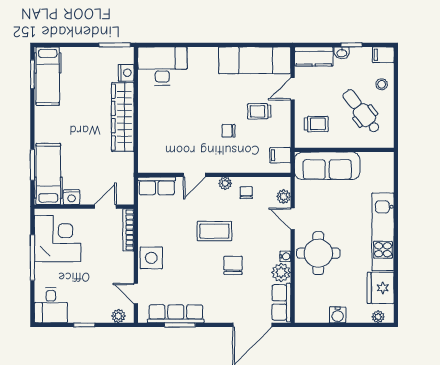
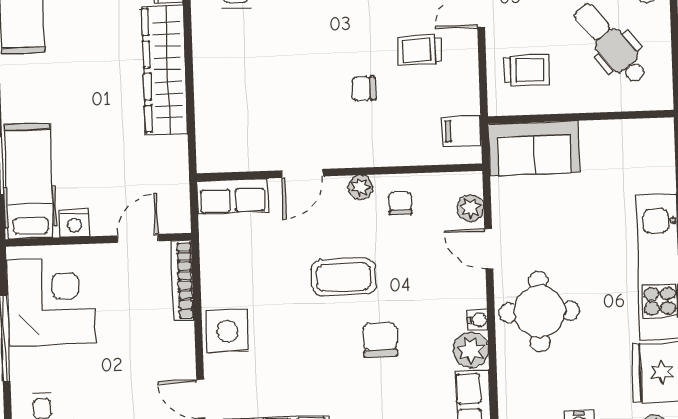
sofa: (327, 166) -> (534, 148), width x0.73

